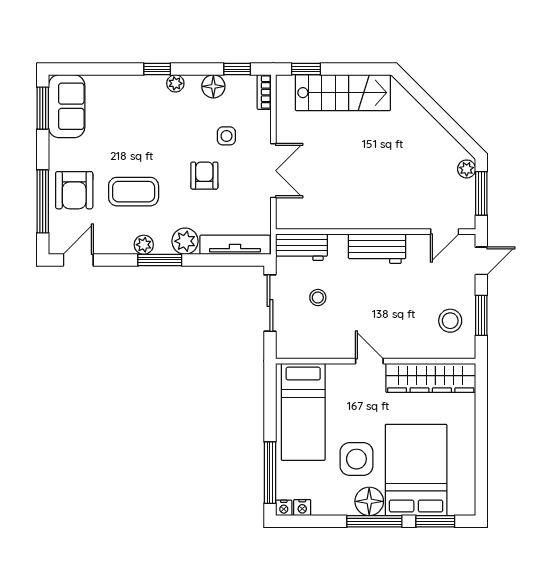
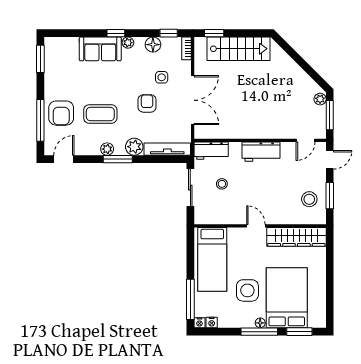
sofa: (67, 106) -> (100, 49), moved, turned 90
double door: (273, 171) -> (193, 100), width x1.37
floor lamp: (369, 501) -> (260, 323), width x0.53, depth x0.53

